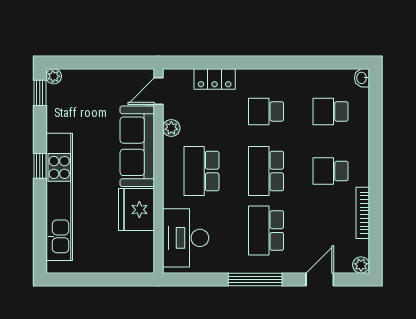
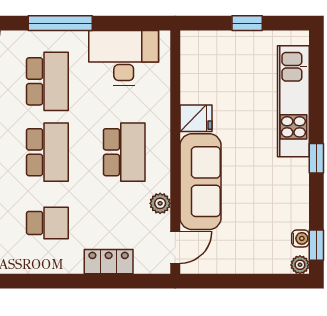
water cooler: (53, 98) -> (300, 238), added
kitchen unit: (59, 197) -> (293, 101), width x0.73
fridge: (137, 210) -> (196, 118), width x0.53, depth x0.75
desk: (186, 238) -> (124, 58), moved, turned -90
window: (98, 279) -> (247, 23), added

